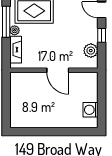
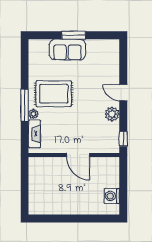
window: (102, 35) -> (123, 139), moved
plant: (91, 51) -> (112, 114), moved

